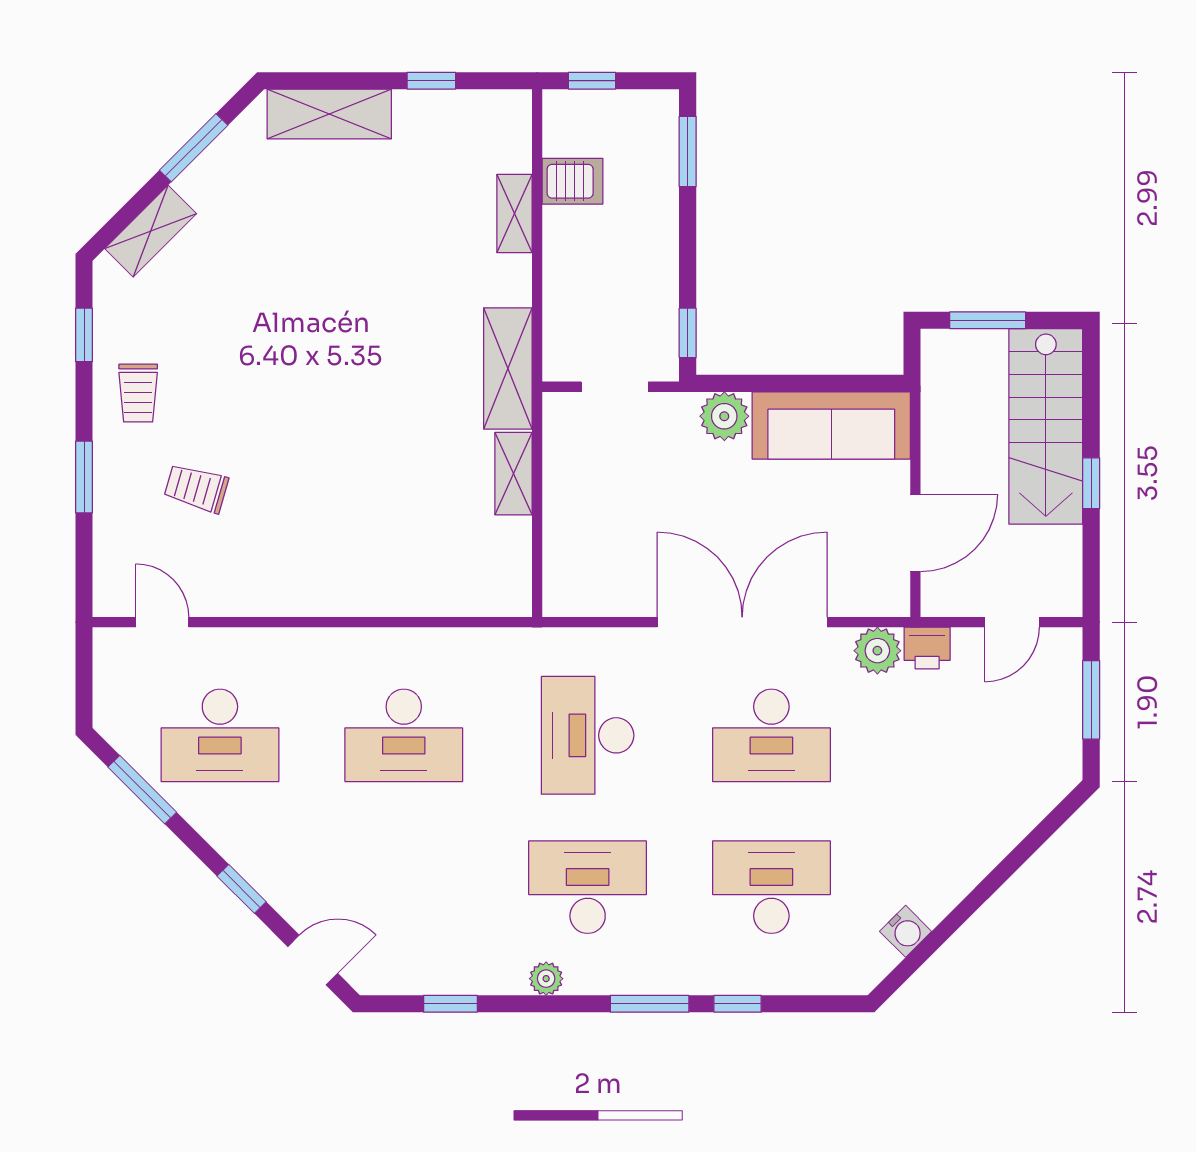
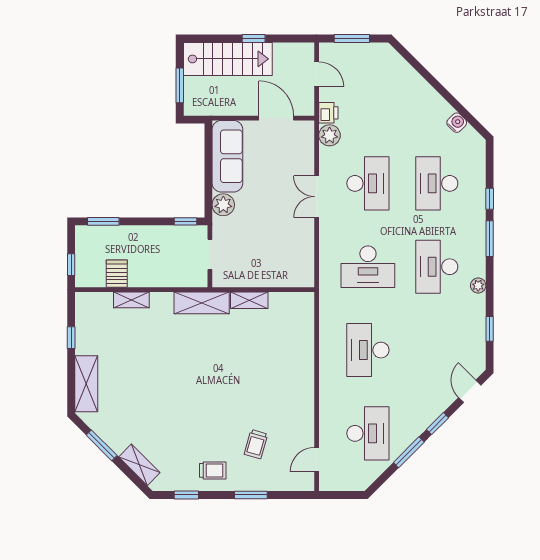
double door: (742, 622) -> (317, 197), width x0.54
desk: (404, 735) -> (368, 350), turned 180
window: (142, 790) -> (409, 452), moved

